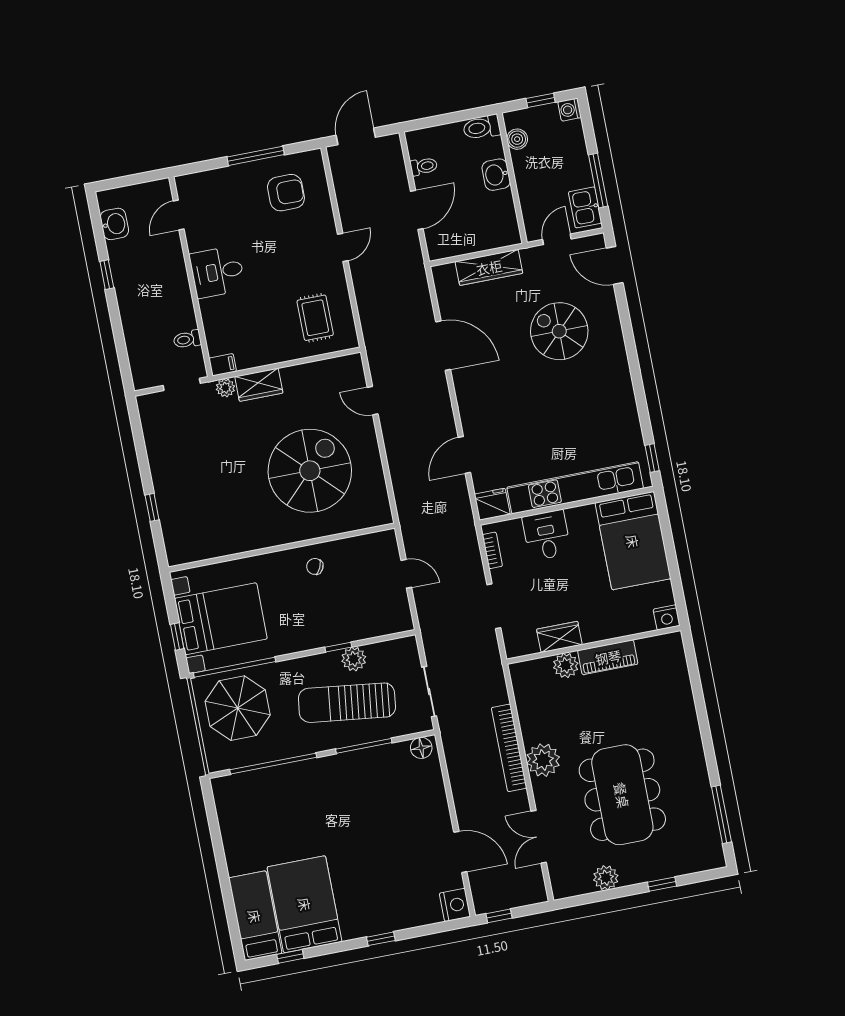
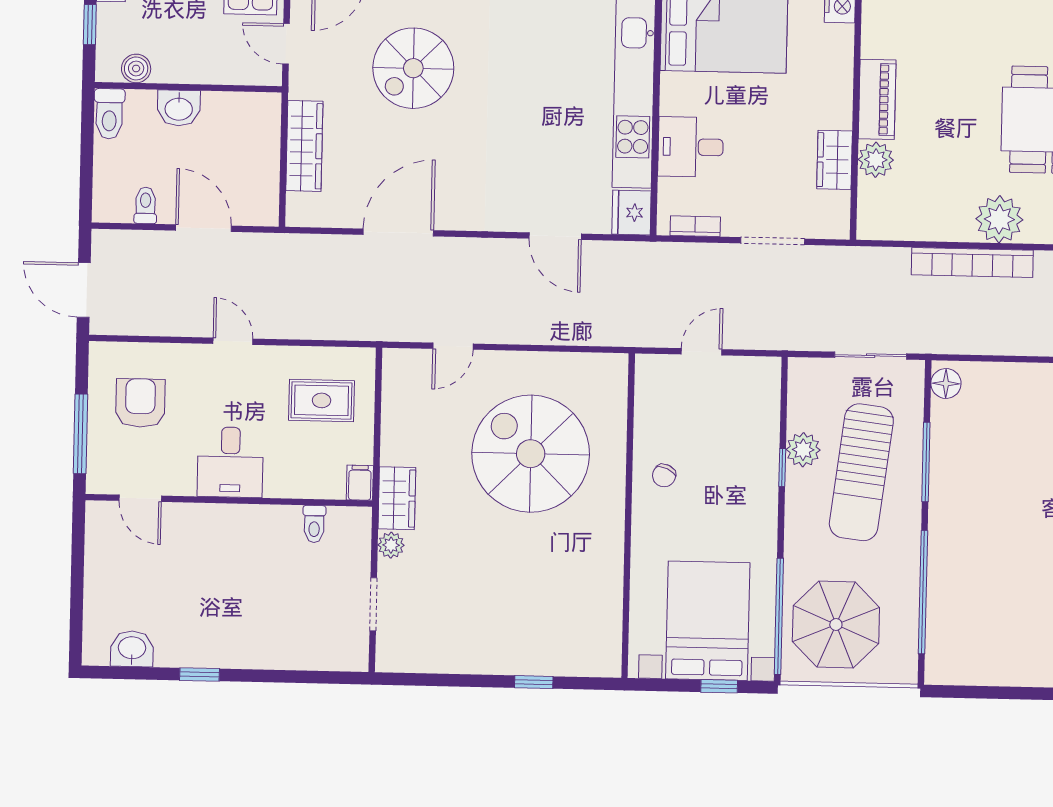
door: (179, 215) -> (140, 498), moved
desk: (217, 272) -> (230, 462), moved
wall: (191, 277) -> (229, 500), moved
toilet: (187, 339) -> (314, 524), moved
filing cabinet: (223, 365) -> (360, 483), moved

